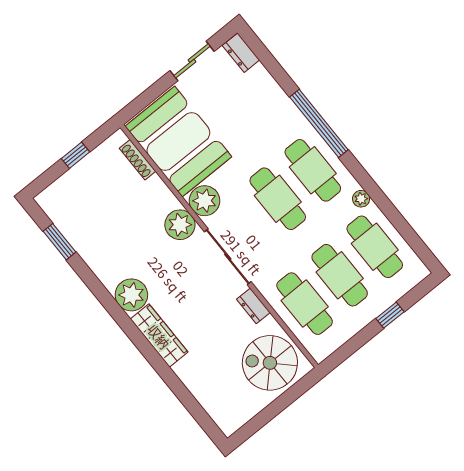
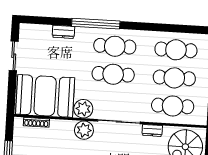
dresser: (241, 53) -> (63, 32), moved
plant: (361, 199) -> (148, 36), removed

